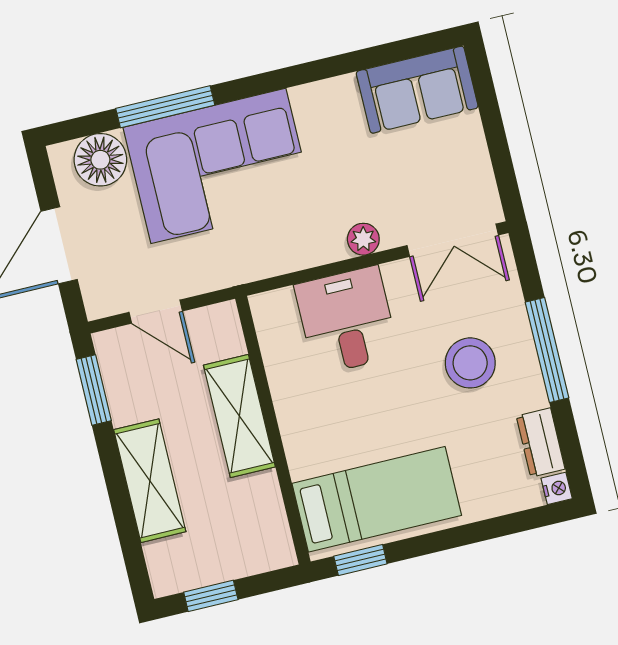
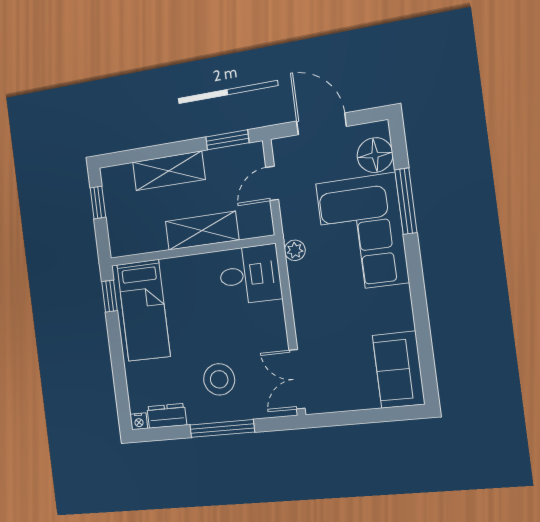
plant: (363, 239) -> (295, 250), moved
desk: (347, 320) -> (250, 275), moved

